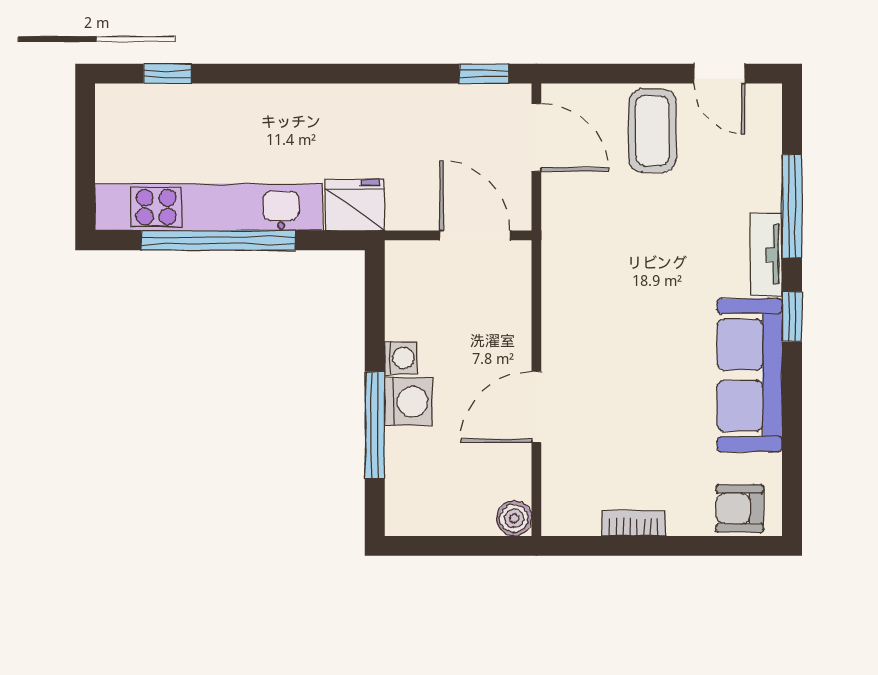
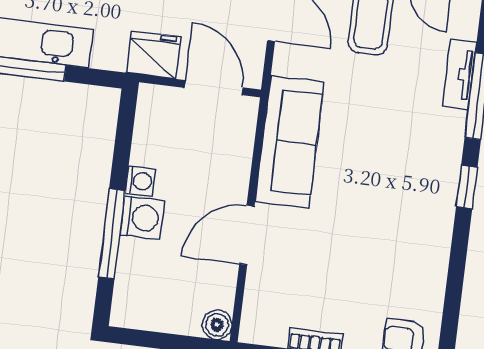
fridge: (355, 205) -> (153, 55), moved
tv unit: (767, 254) -> (459, 74), moved
sofa: (750, 375) -> (290, 142), moved, turned 180

